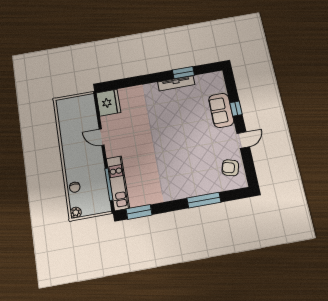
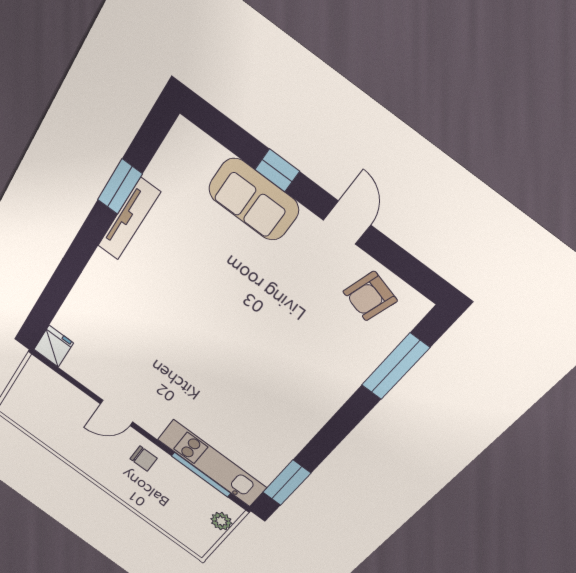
fridge: (108, 103) -> (54, 346), width x0.53, depth x0.75
chair: (75, 187) -> (144, 459), moved
window: (204, 200) -> (395, 367), moved
plant: (76, 213) -> (221, 521), moved

